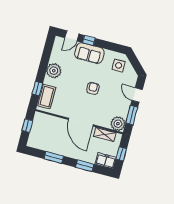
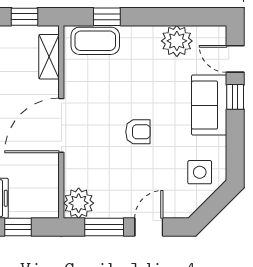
plant: (54, 71) -> (177, 41), moved
shelving: (105, 134) -> (49, 57), moved

